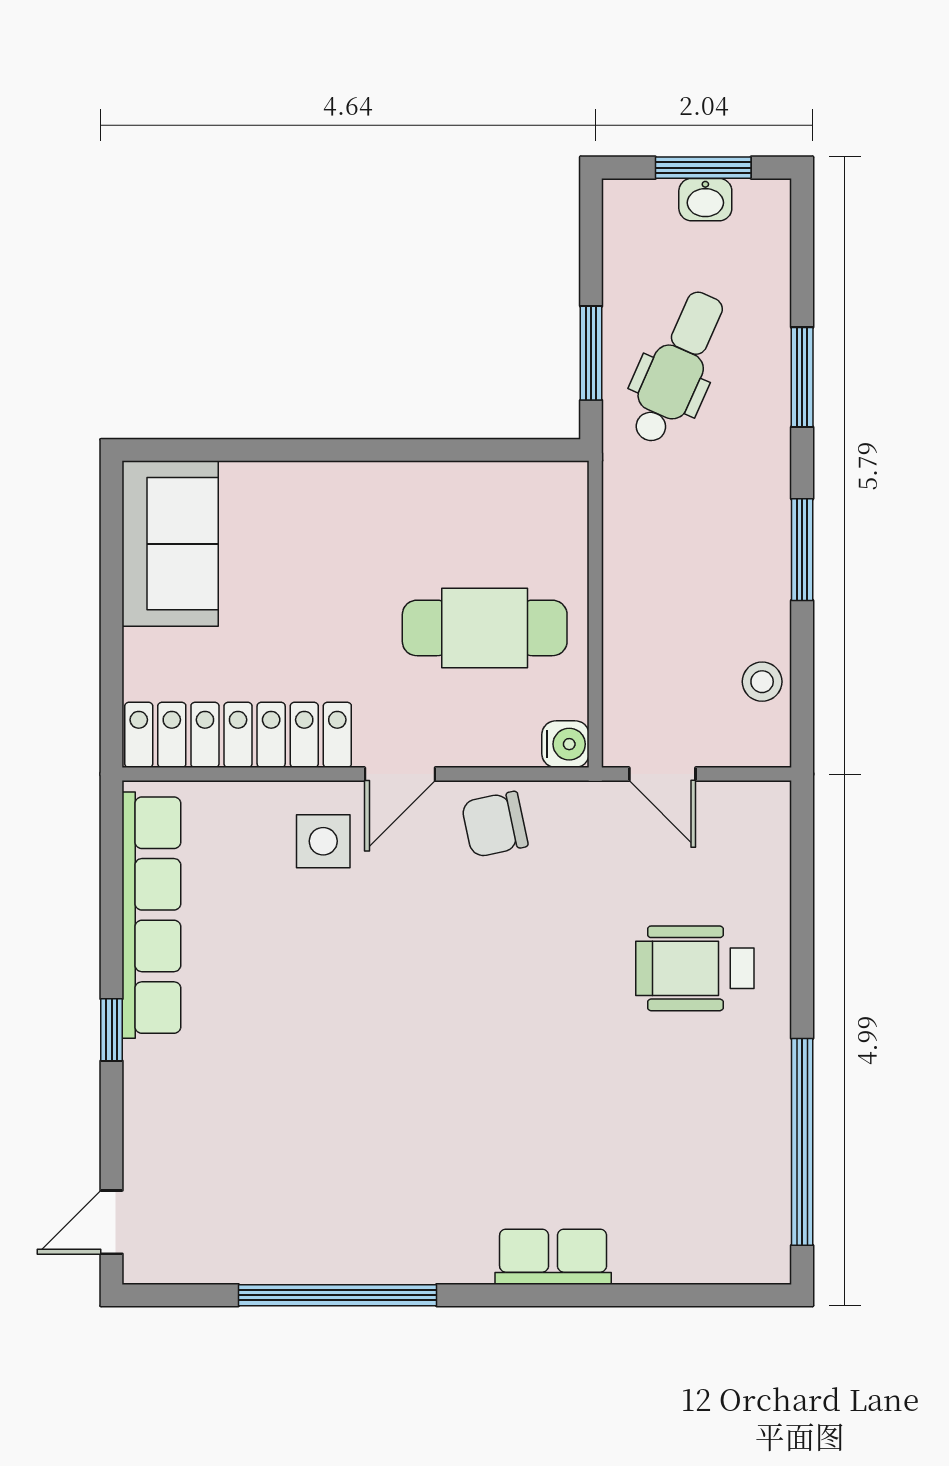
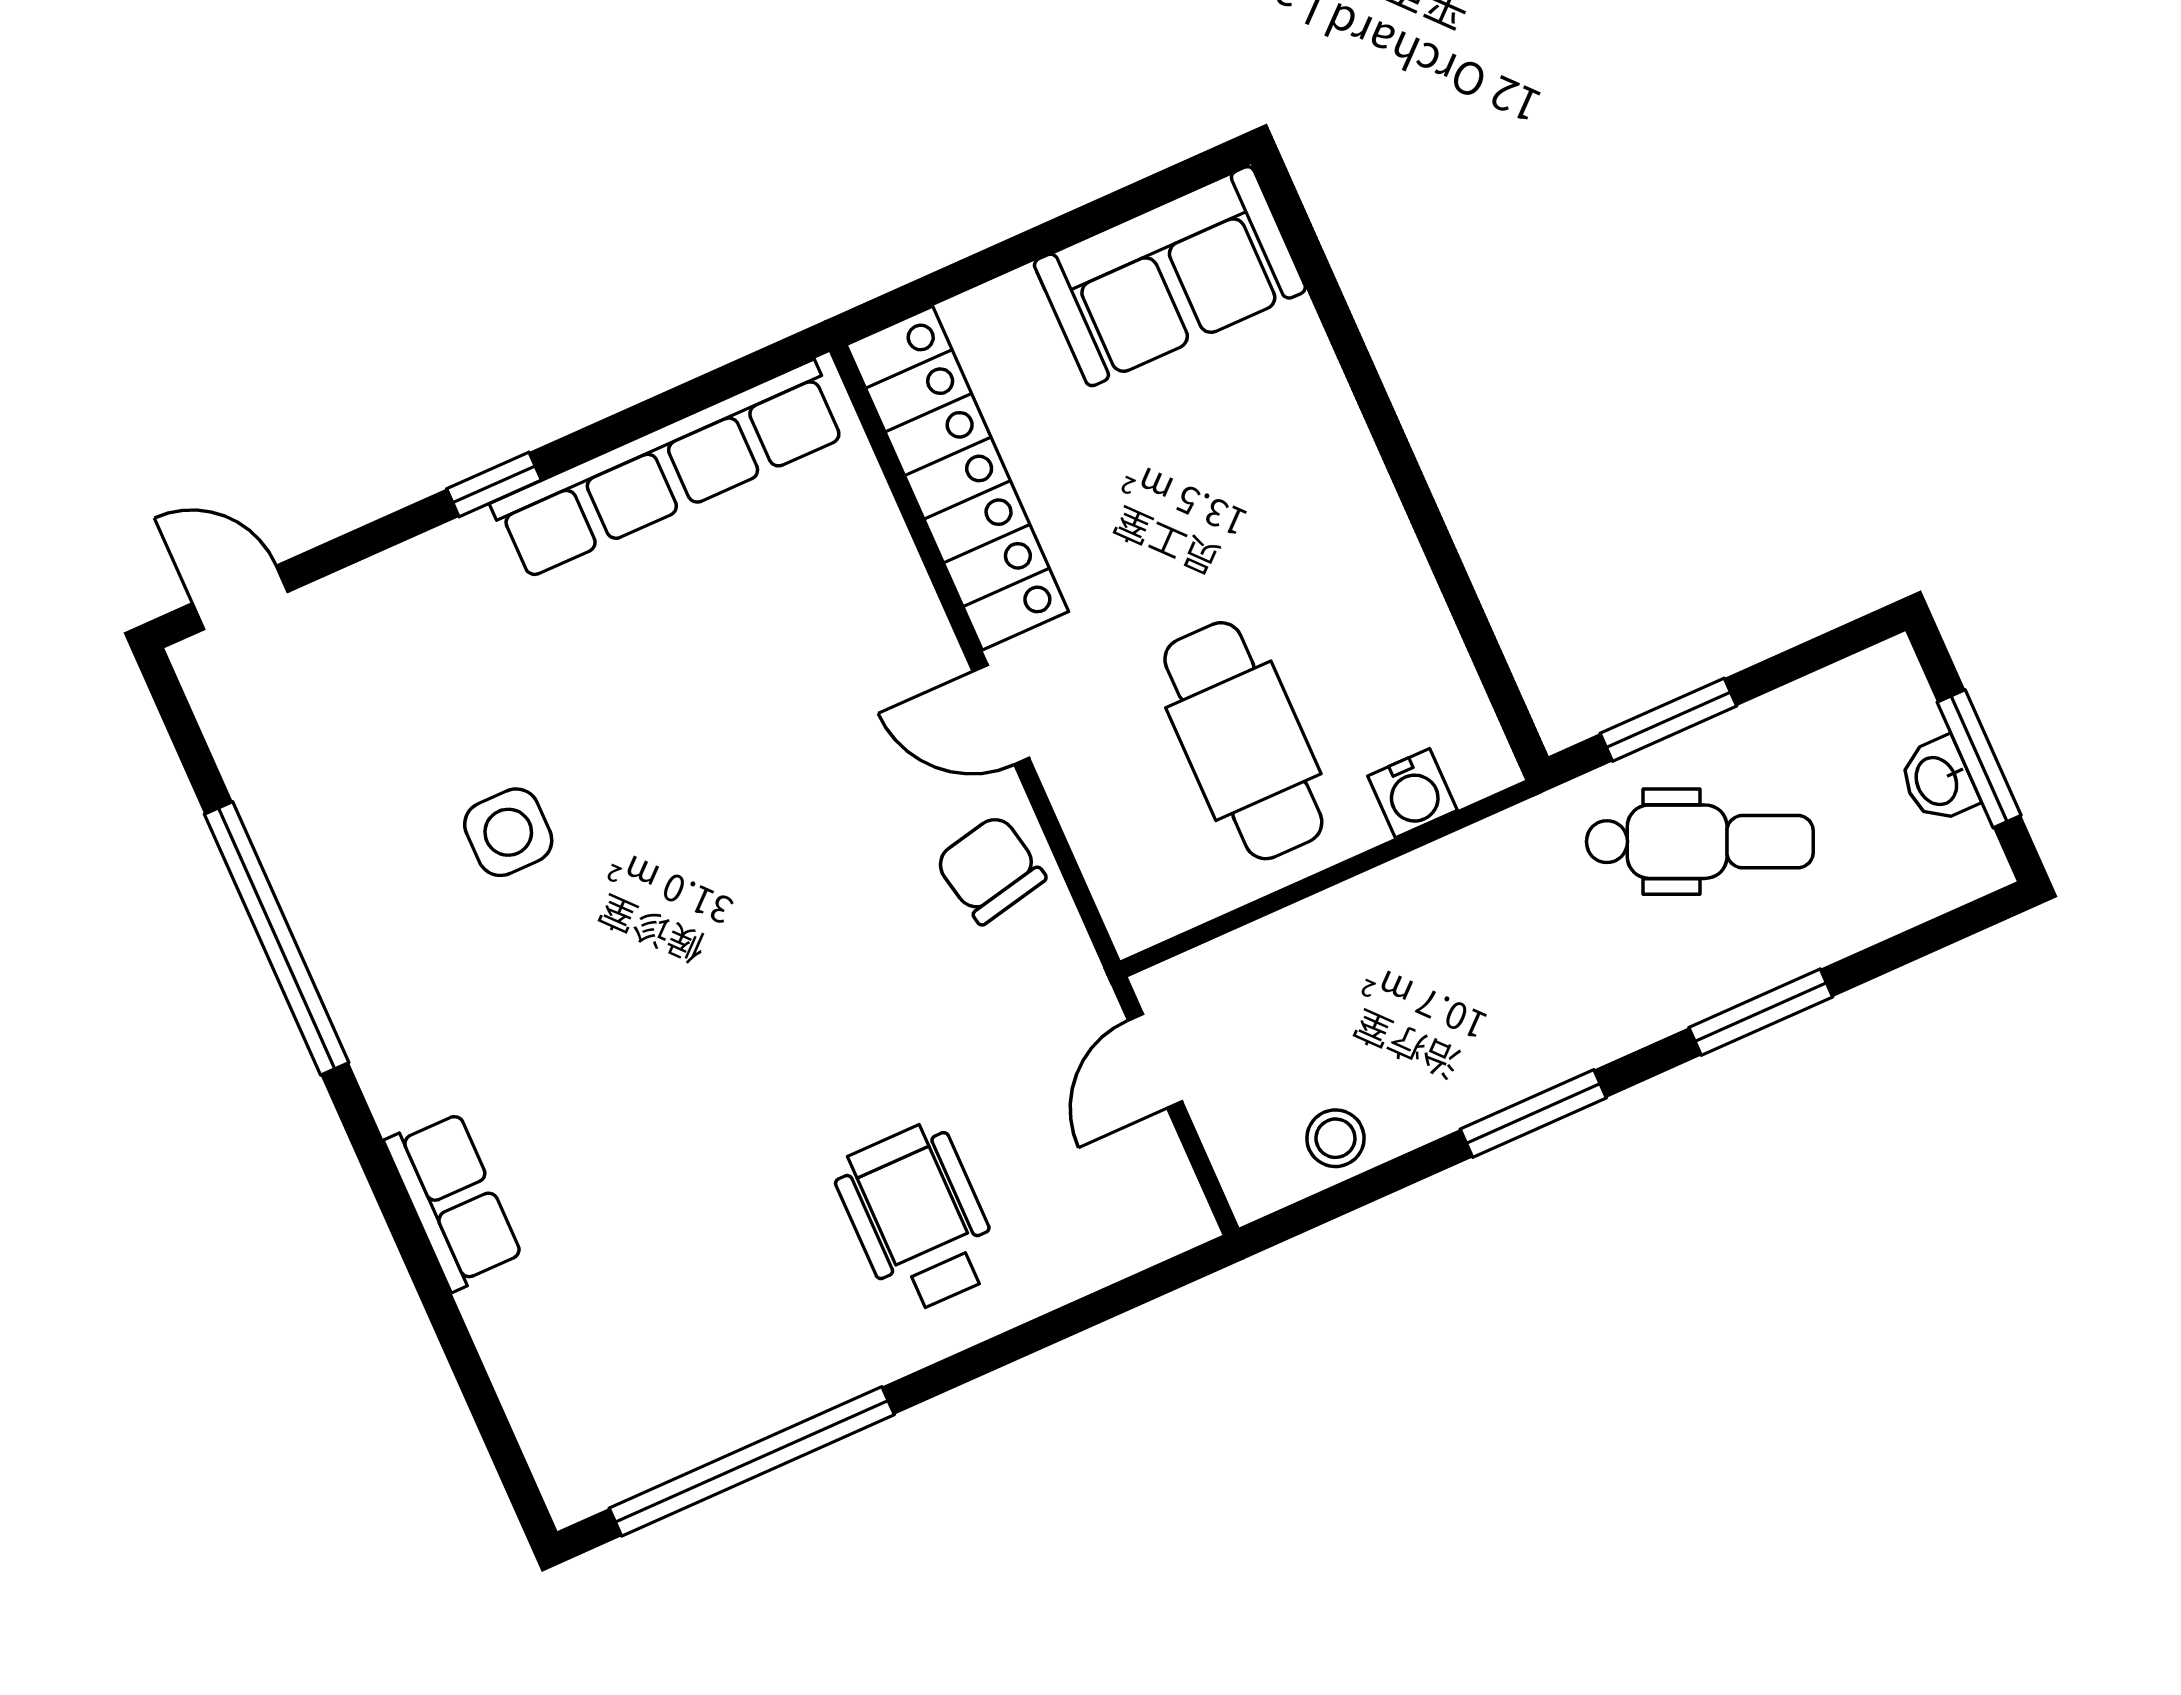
water cooler: (565, 744) -> (1412, 793), moved
side table: (323, 841) -> (508, 832), moved

